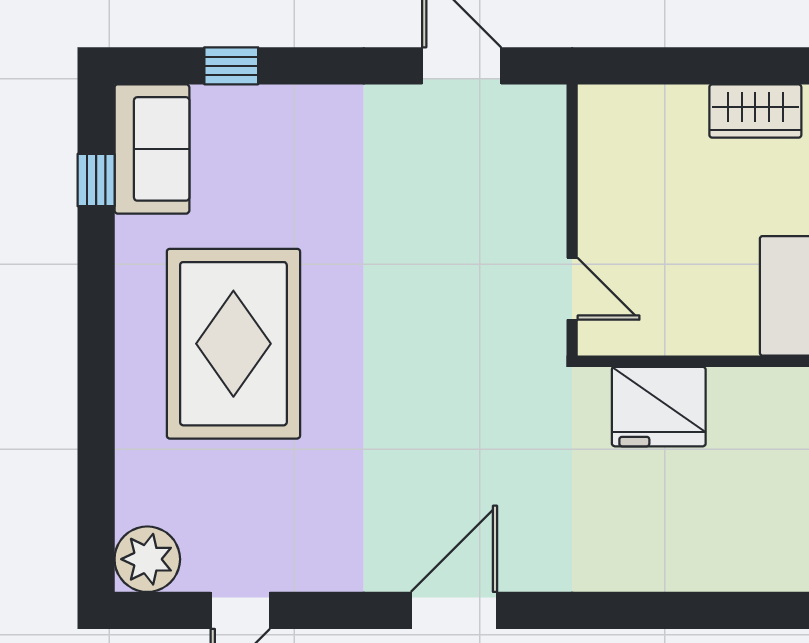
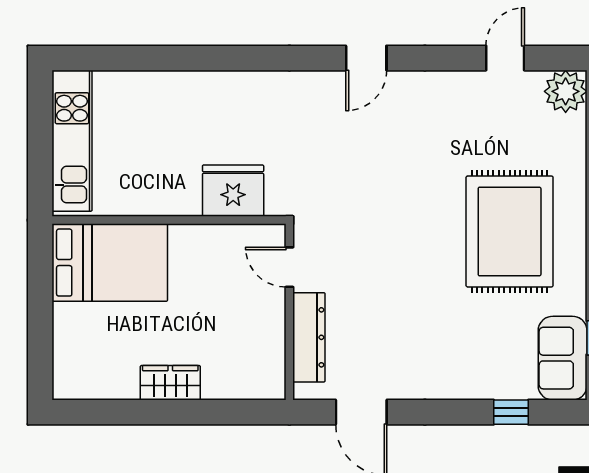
dresser: (542, 181) -> (309, 337), added
door: (454, 610) -> (366, 58), width x0.73

